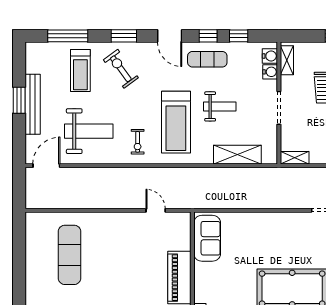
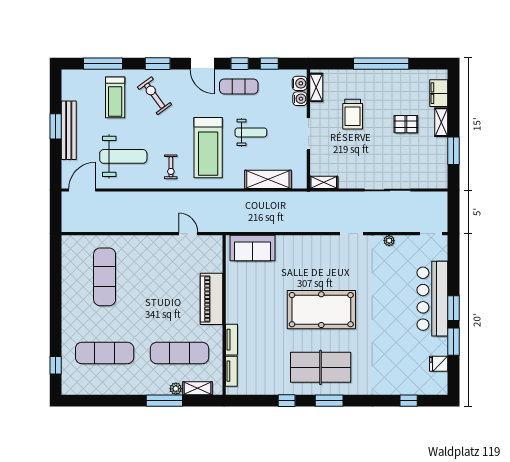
sofa: (207, 238) -> (252, 248), moved, turned 90

